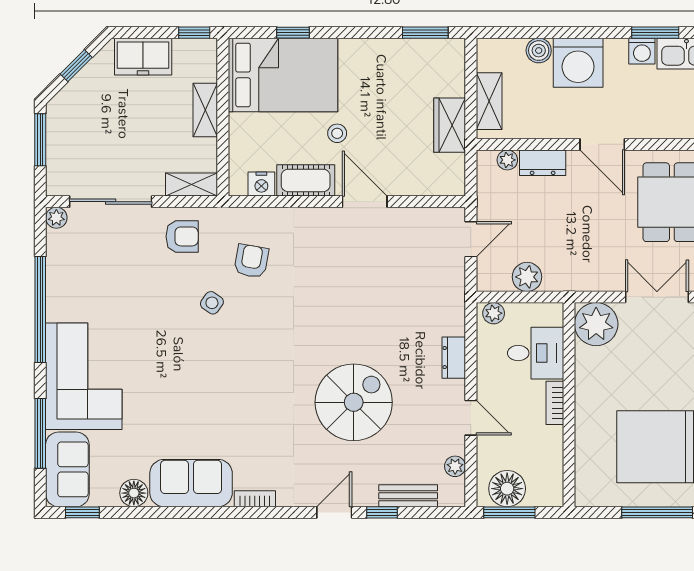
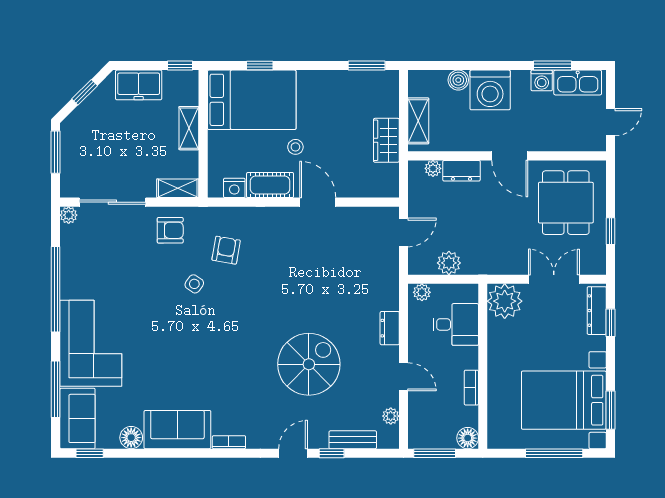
bookcase: (555, 403) -> (471, 388), moved
floor lamp: (507, 489) -> (468, 438), moved, width x0.73, depth x0.73

